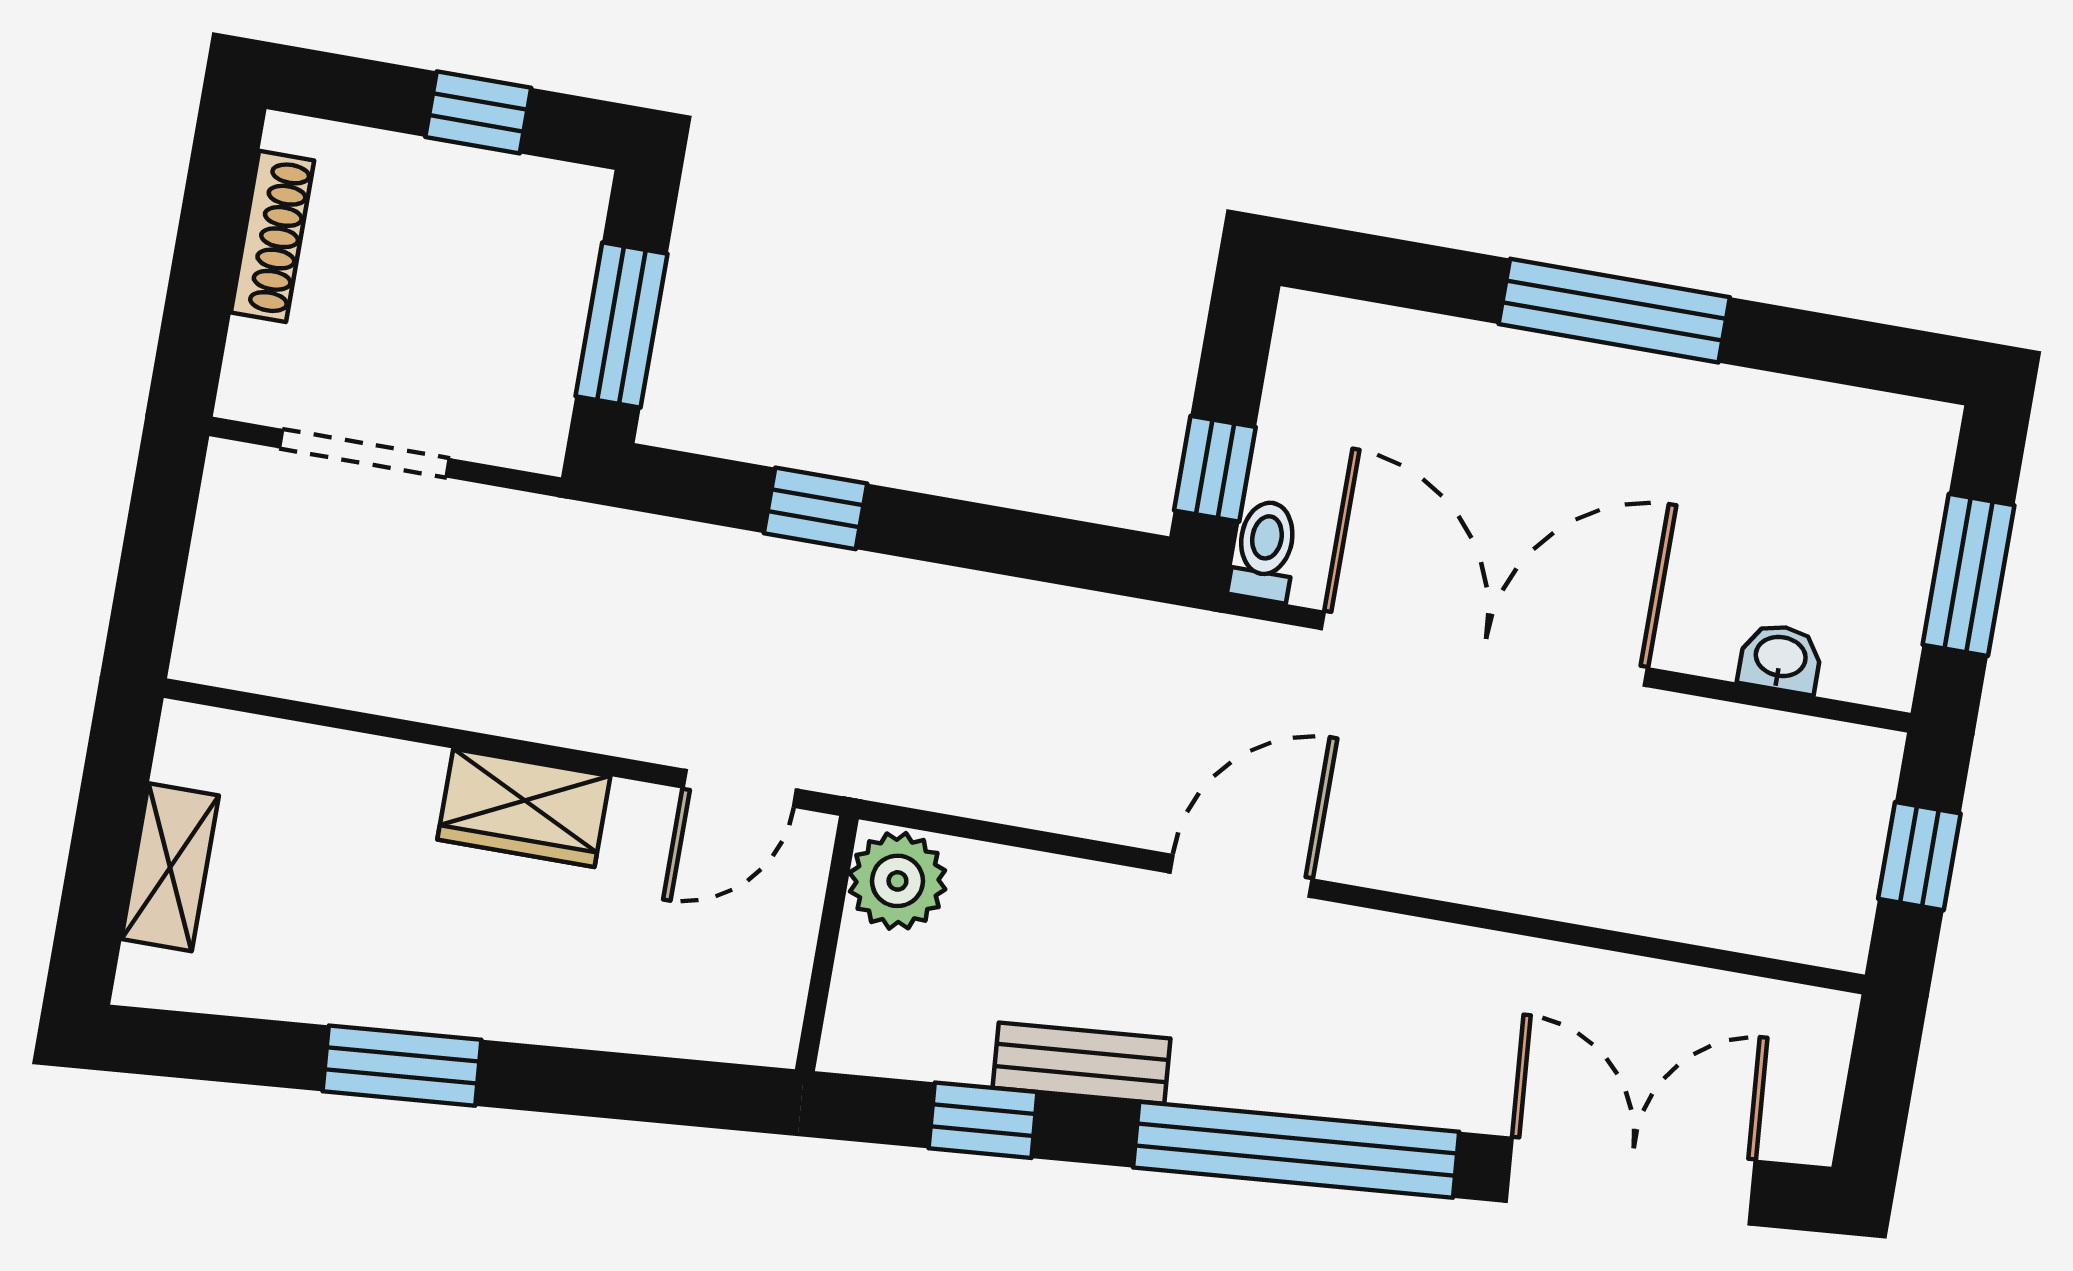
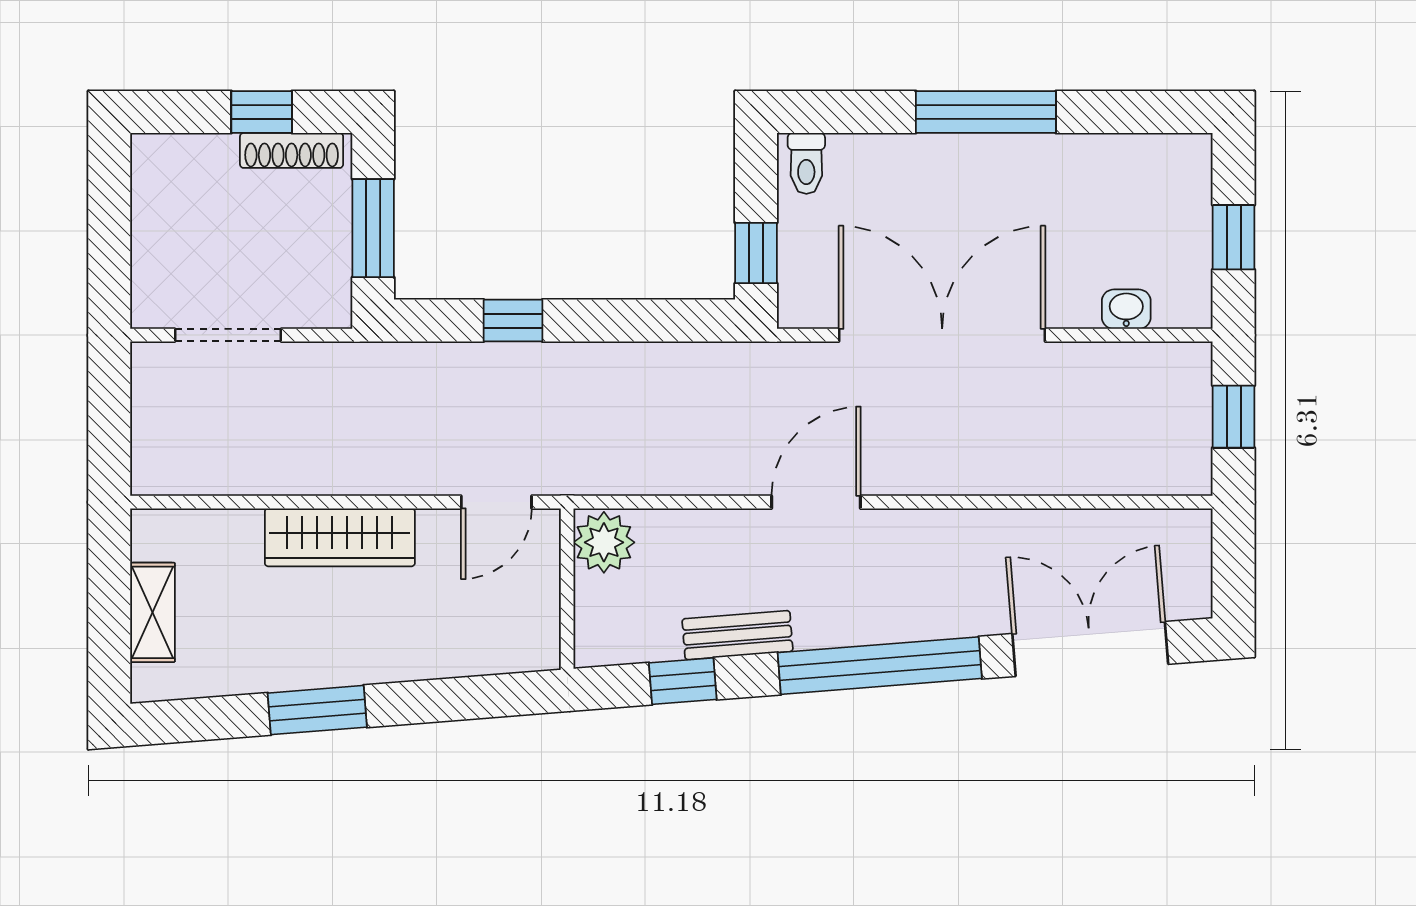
shoe rack: (272, 236) -> (292, 150), moved, turned 90
toilet: (1265, 551) -> (806, 163), moved, turned 180
window: (1968, 575) -> (1234, 237), width x0.67
wardrobe: (524, 808) -> (340, 537), width x1.50

